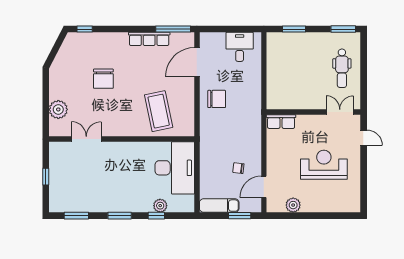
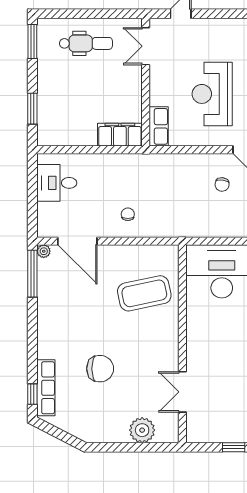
plant: (190, 37) -> (44, 251), added
row of seats: (149, 39) -> (46, 388), moved
filing cabinet: (275, 93) -> (120, 135), added
chair: (217, 99) -> (128, 214), width x0.54, depth x0.54
reception desk: (324, 165) -> (212, 94), moved

